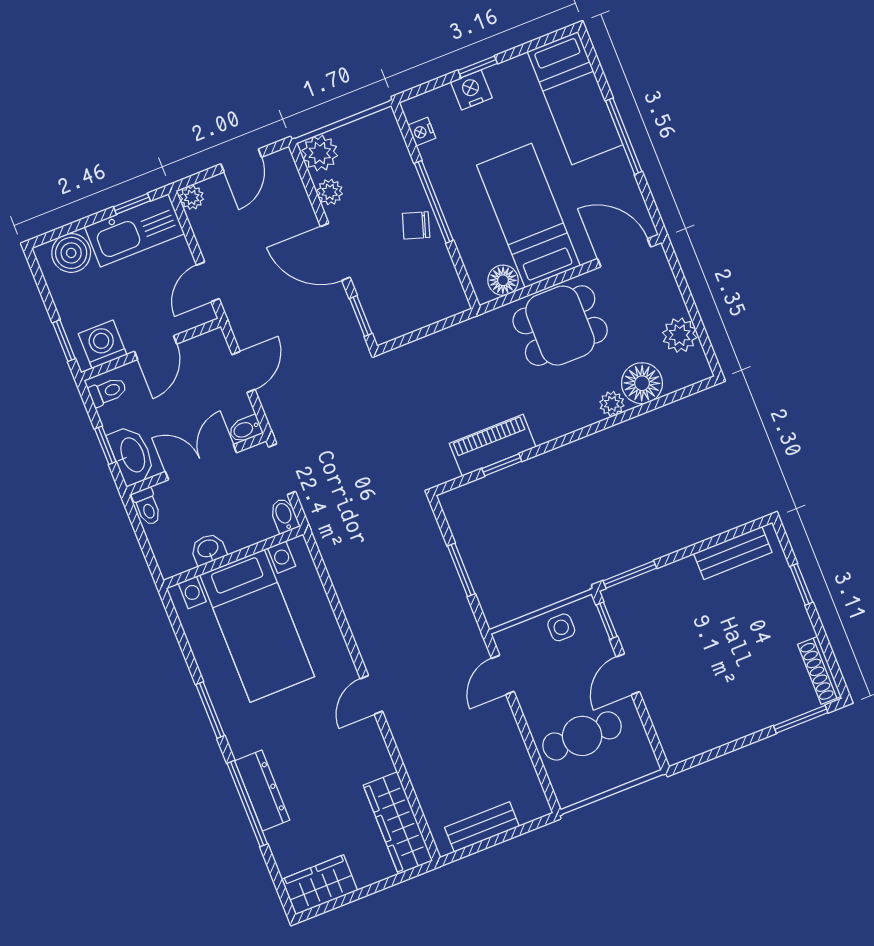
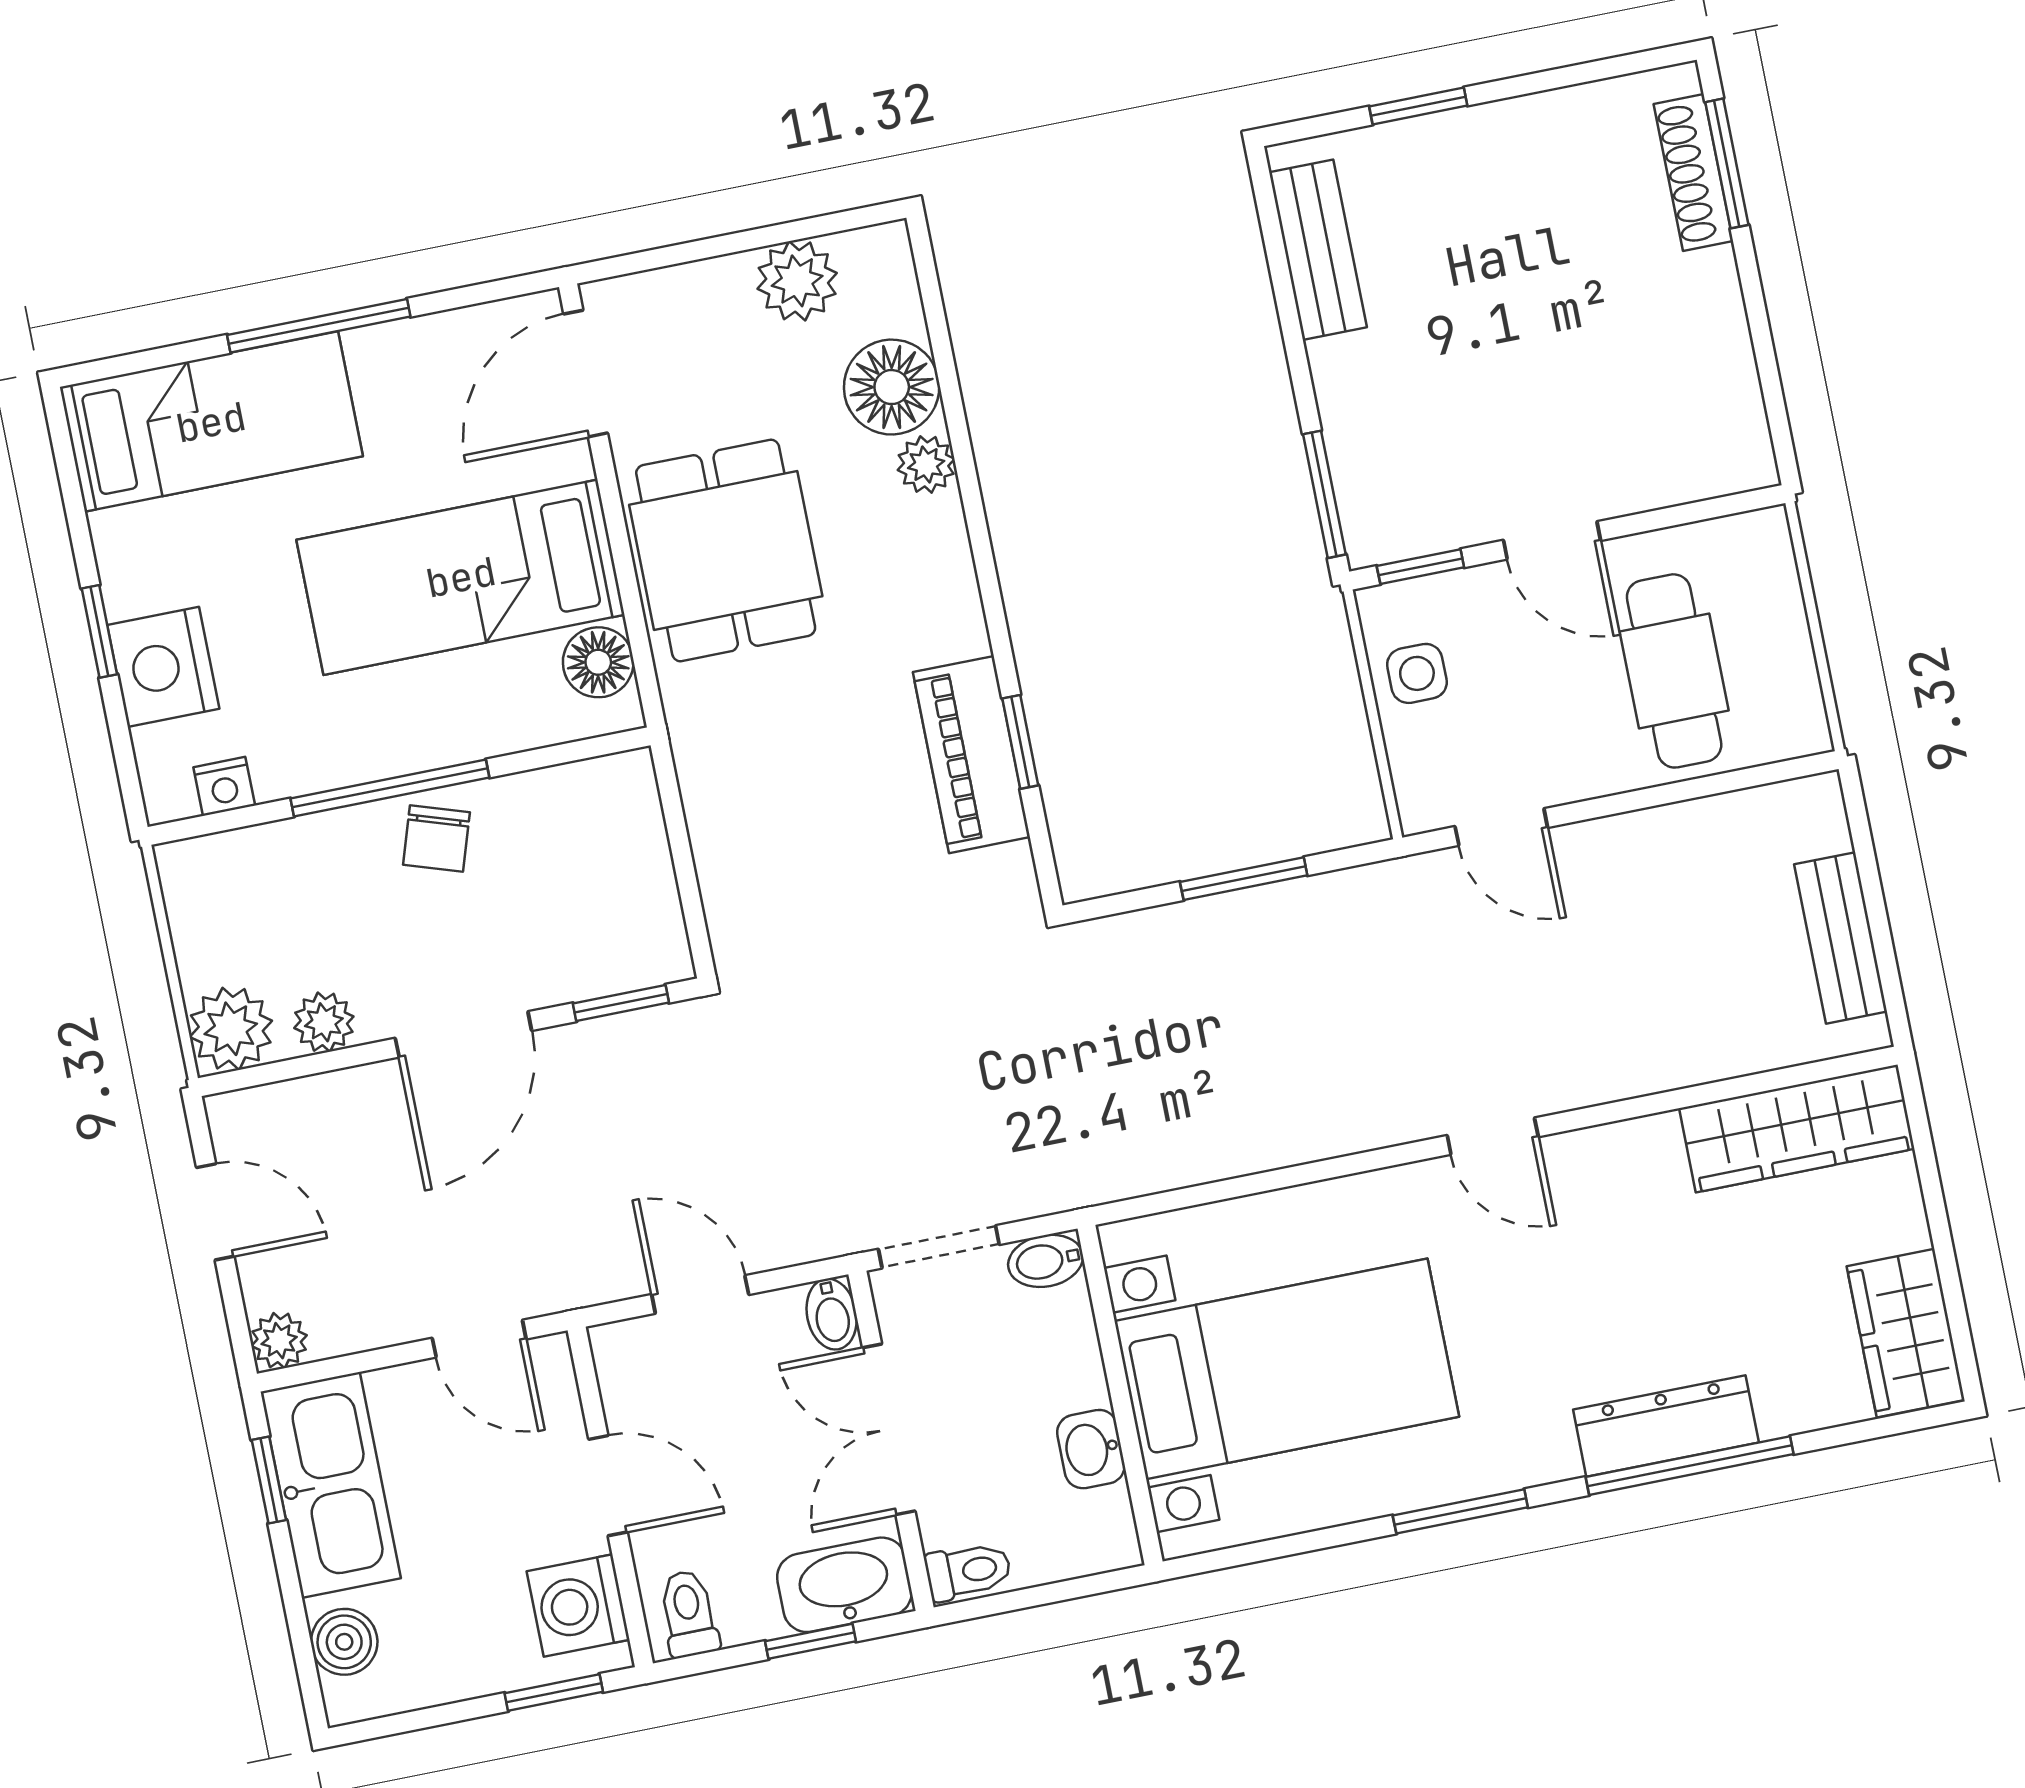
nightstand: (471, 90) -> (163, 667), width x1.36, depth x1.33
boiler: (71, 253) -> (344, 1642), width x0.73, depth x0.73
shoe rack: (819, 670) -> (1693, 172), moved, turned 90

